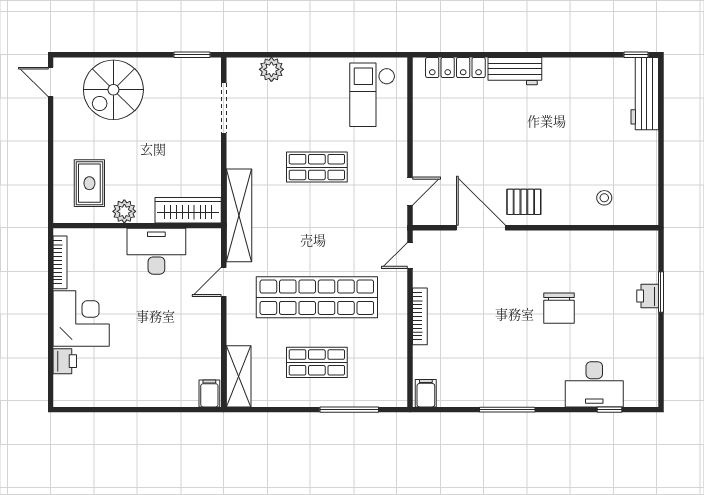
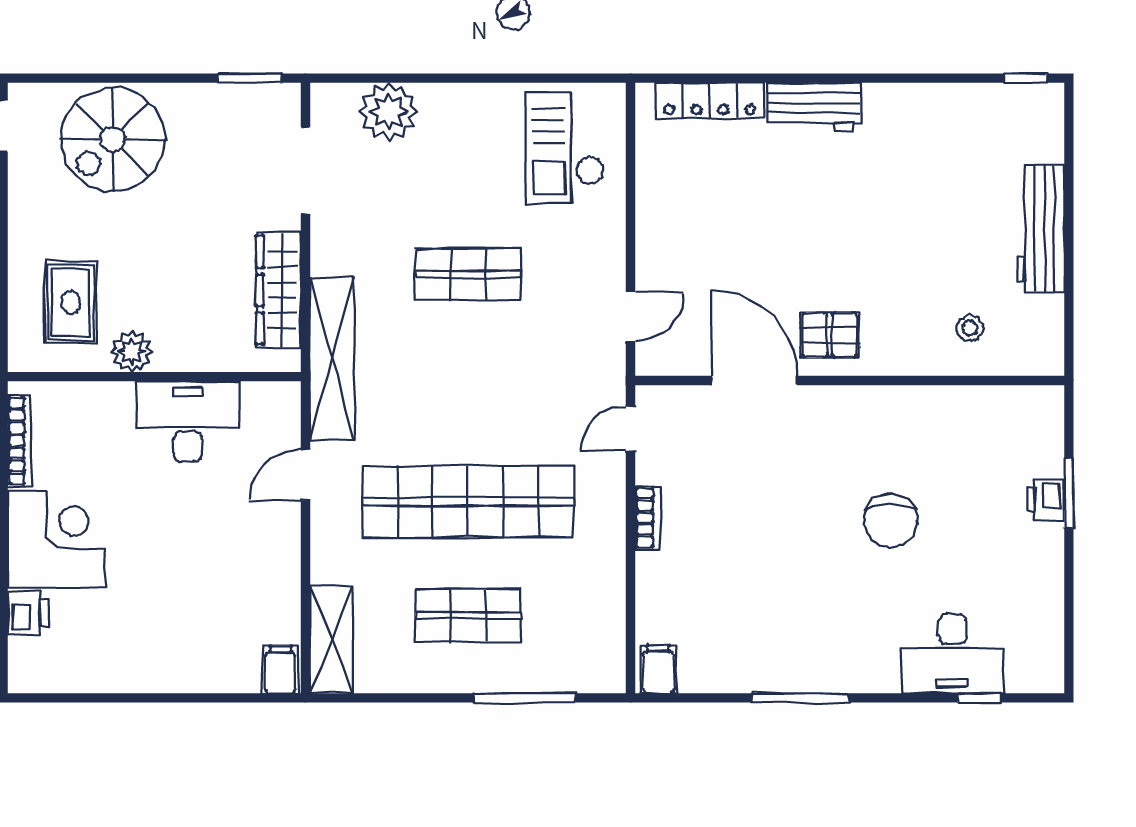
plant: (271, 69) -> (389, 112), width x1.36, depth x1.36
workbench: (645, 94) -> (1041, 229), moved
wardrobe: (188, 210) -> (279, 290), moved, turned -90
bookcase: (420, 316) -> (648, 517), width x0.64

